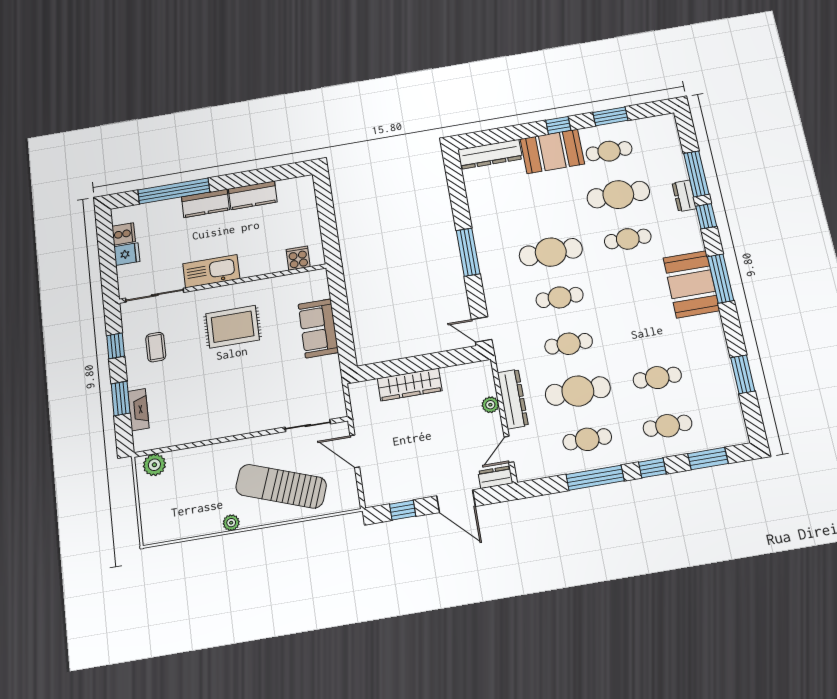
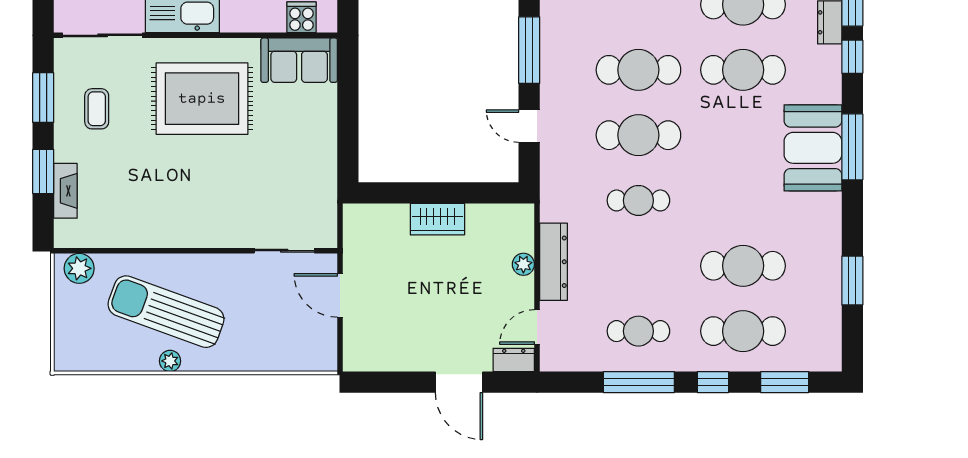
cafe table: (628, 239) -> (743, 70), width x1.37, depth x1.35
cafe table: (560, 297) -> (638, 135), width x1.37, depth x1.35
rug: (233, 327) -> (202, 99), width x1.37, depth x1.44
sofa: (318, 328) -> (299, 60), moved, turned -90
door: (482, 329) -> (529, 126), moved
window: (116, 346) -> (43, 98), width x1.50
cafe table: (657, 378) -> (743, 266), width x1.37, depth x1.35
wardrobe: (410, 385) -> (437, 219), width x0.67
cafe table: (578, 391) -> (638, 266), removed
cafe table: (668, 426) -> (743, 331), width x1.37, depth x1.35
sun lounger: (281, 486) -> (166, 312), moved
window: (403, 510) -> (390, 382), removed

